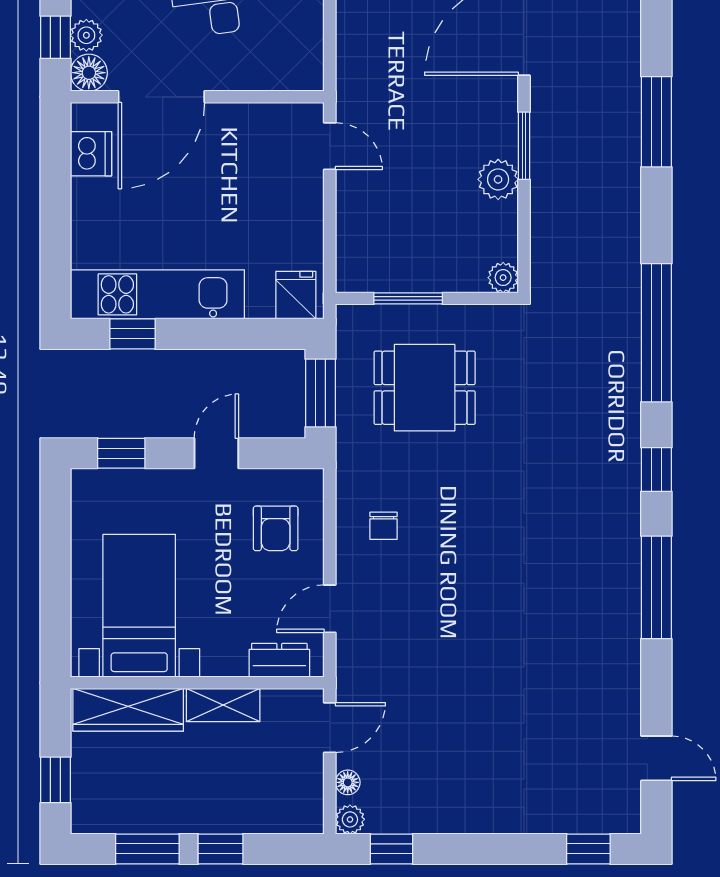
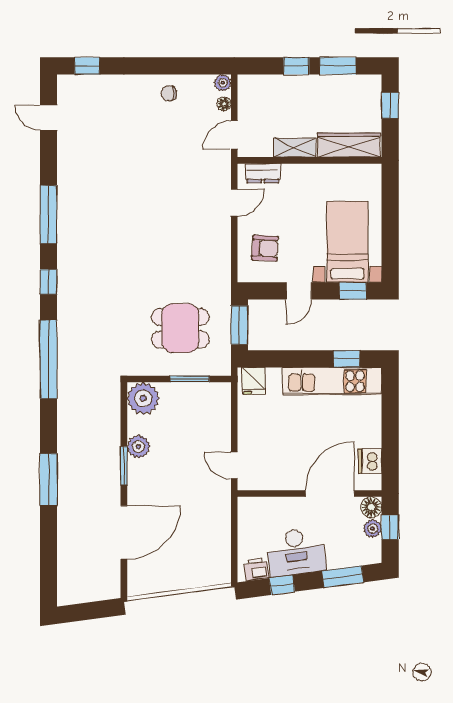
plant: (503, 278) -> (143, 398), width x1.87, depth x1.87
chair: (383, 526) -> (169, 93), moved, turned -90
armchair: (276, 528) -> (265, 248), turned 93
bed with nightstands: (139, 606) -> (347, 242), moved, turned 180
window: (392, 849) -> (199, 66), removed

